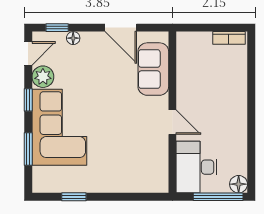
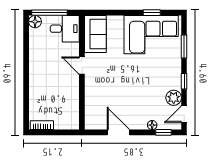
sofa: (153, 69) -> (95, 34), moved
corner sofa: (59, 127) -> (151, 35), moved, turned -90
desk: (197, 167) -> (65, 29), width x0.73

